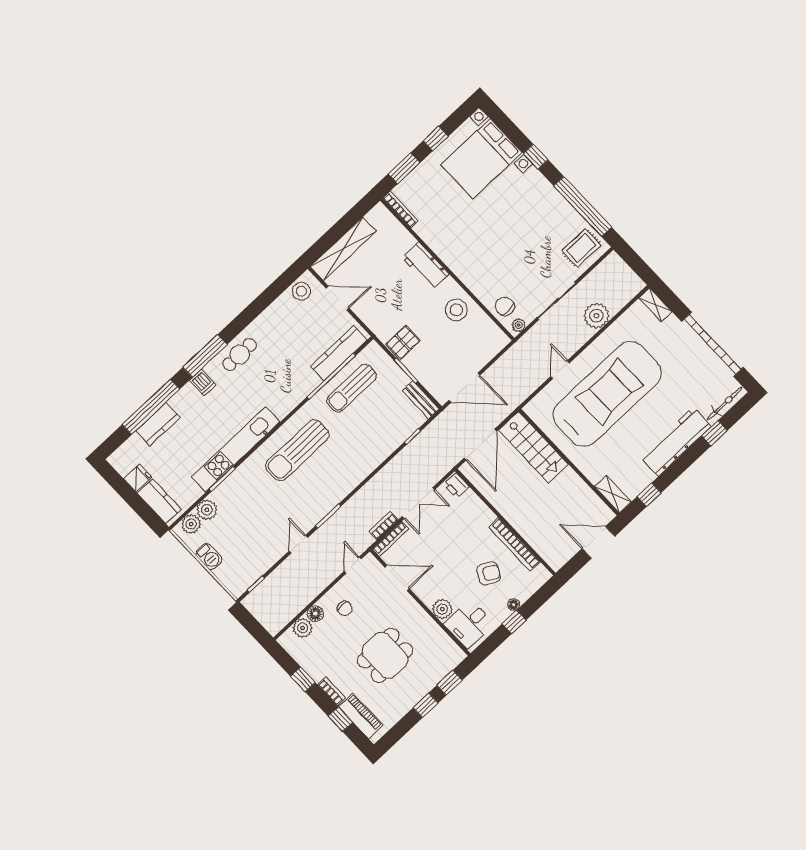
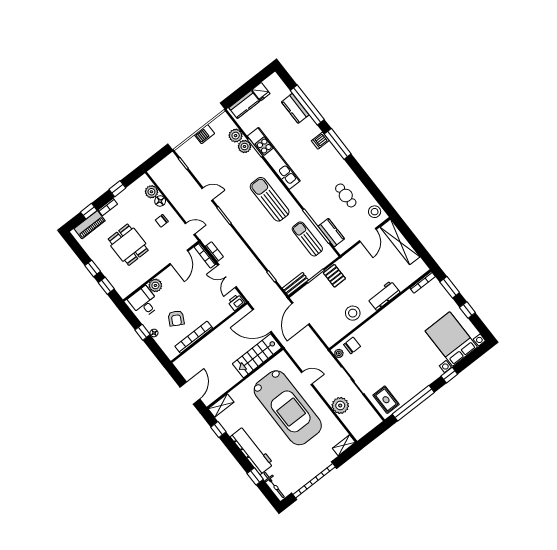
kitchen counter: (339, 353) -> (331, 233), width x0.67
cafe table: (240, 354) -> (346, 195), moved
plant: (191, 524) -> (245, 146), moved

